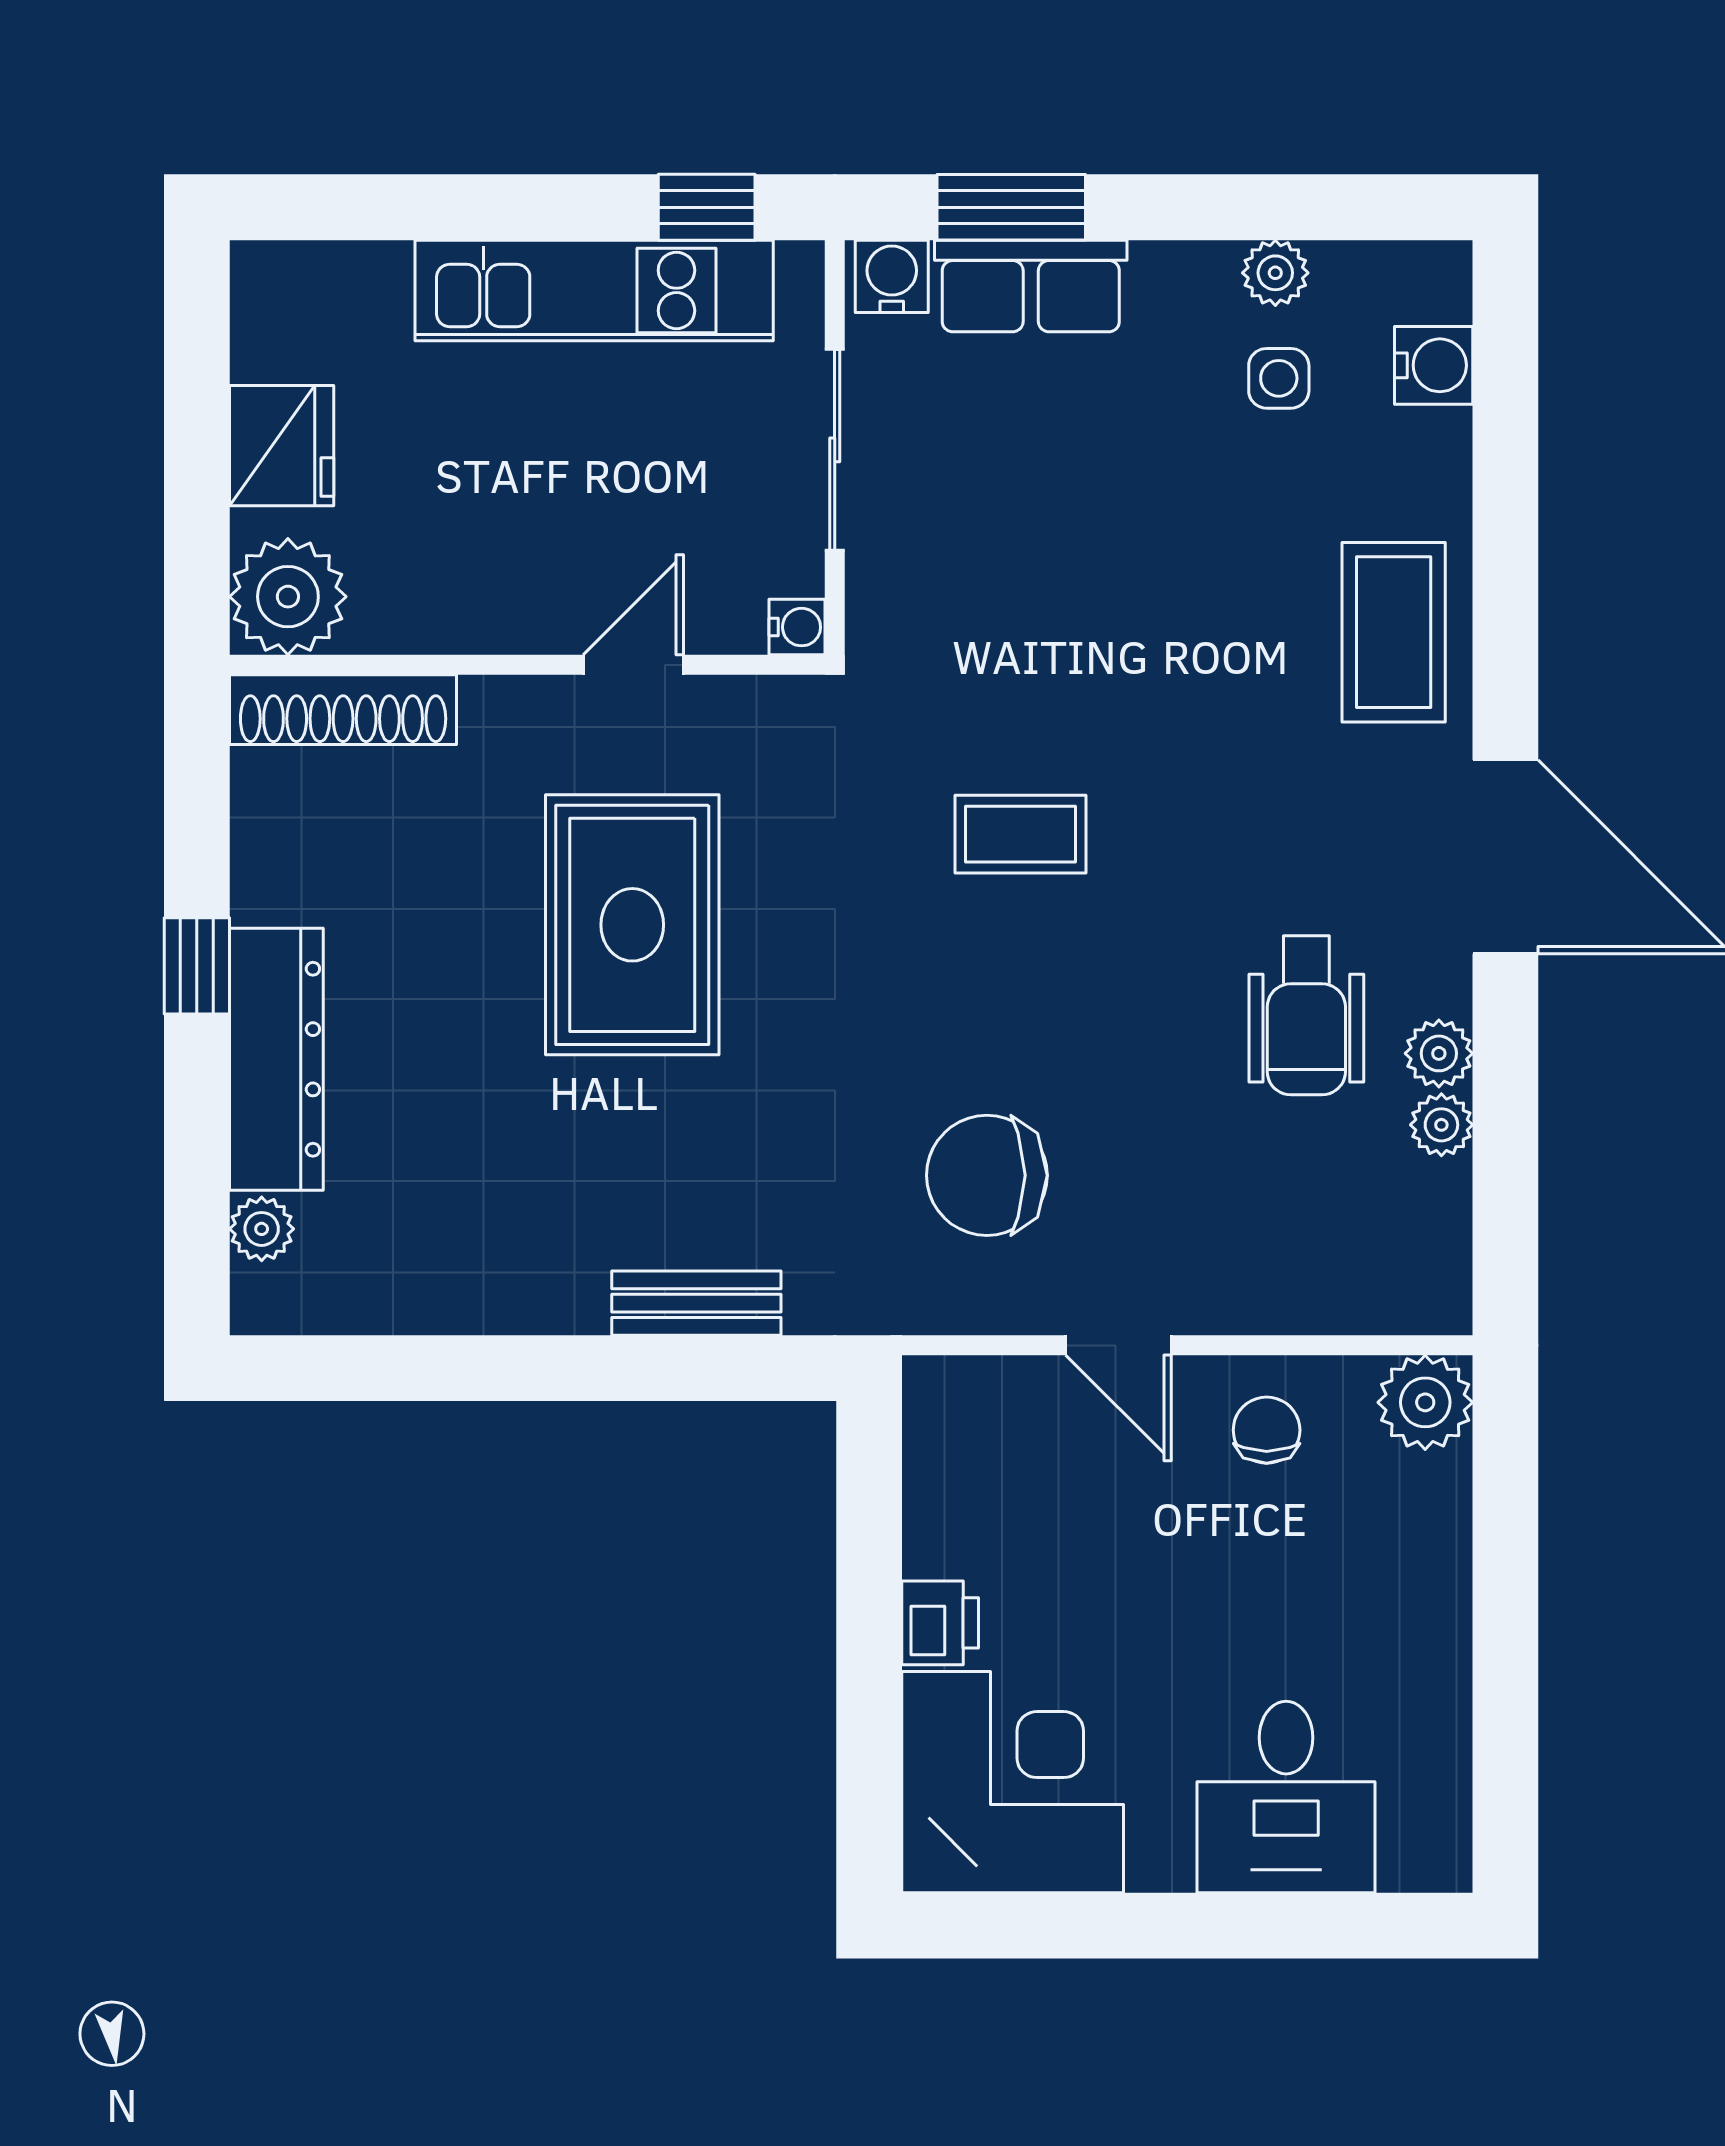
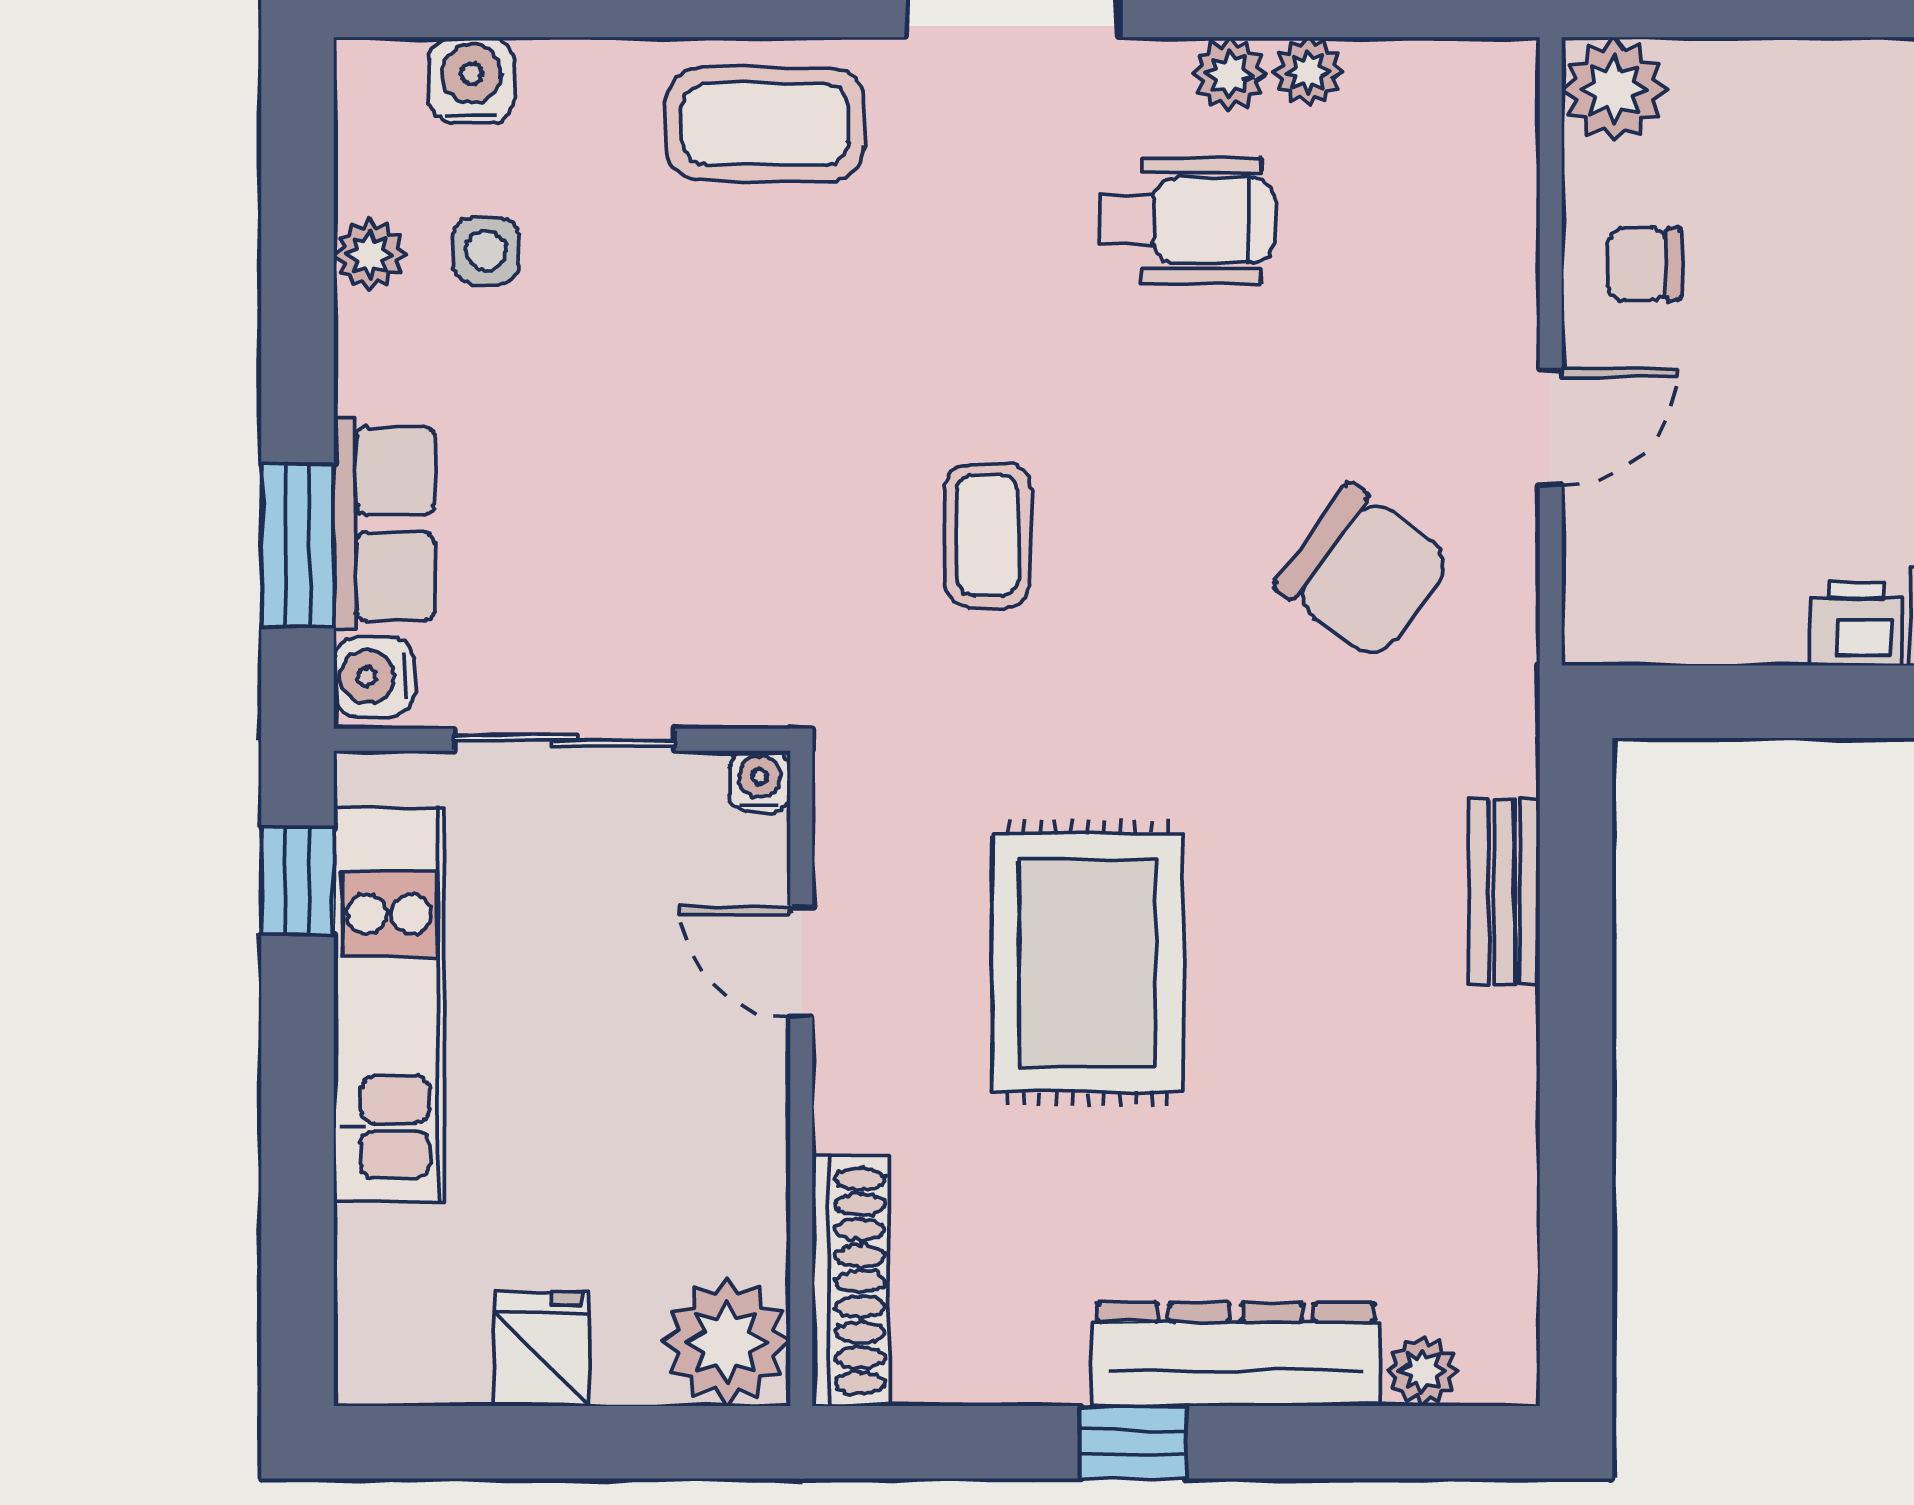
fridge: (282, 446) -> (542, 1349), width x0.72
rug: (632, 925) -> (1088, 963), turned 90
chair: (987, 1175) -> (1364, 572), turned -54

